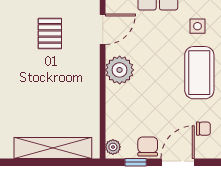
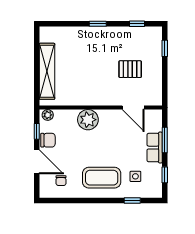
plant: (120, 70) -> (88, 120), moved

